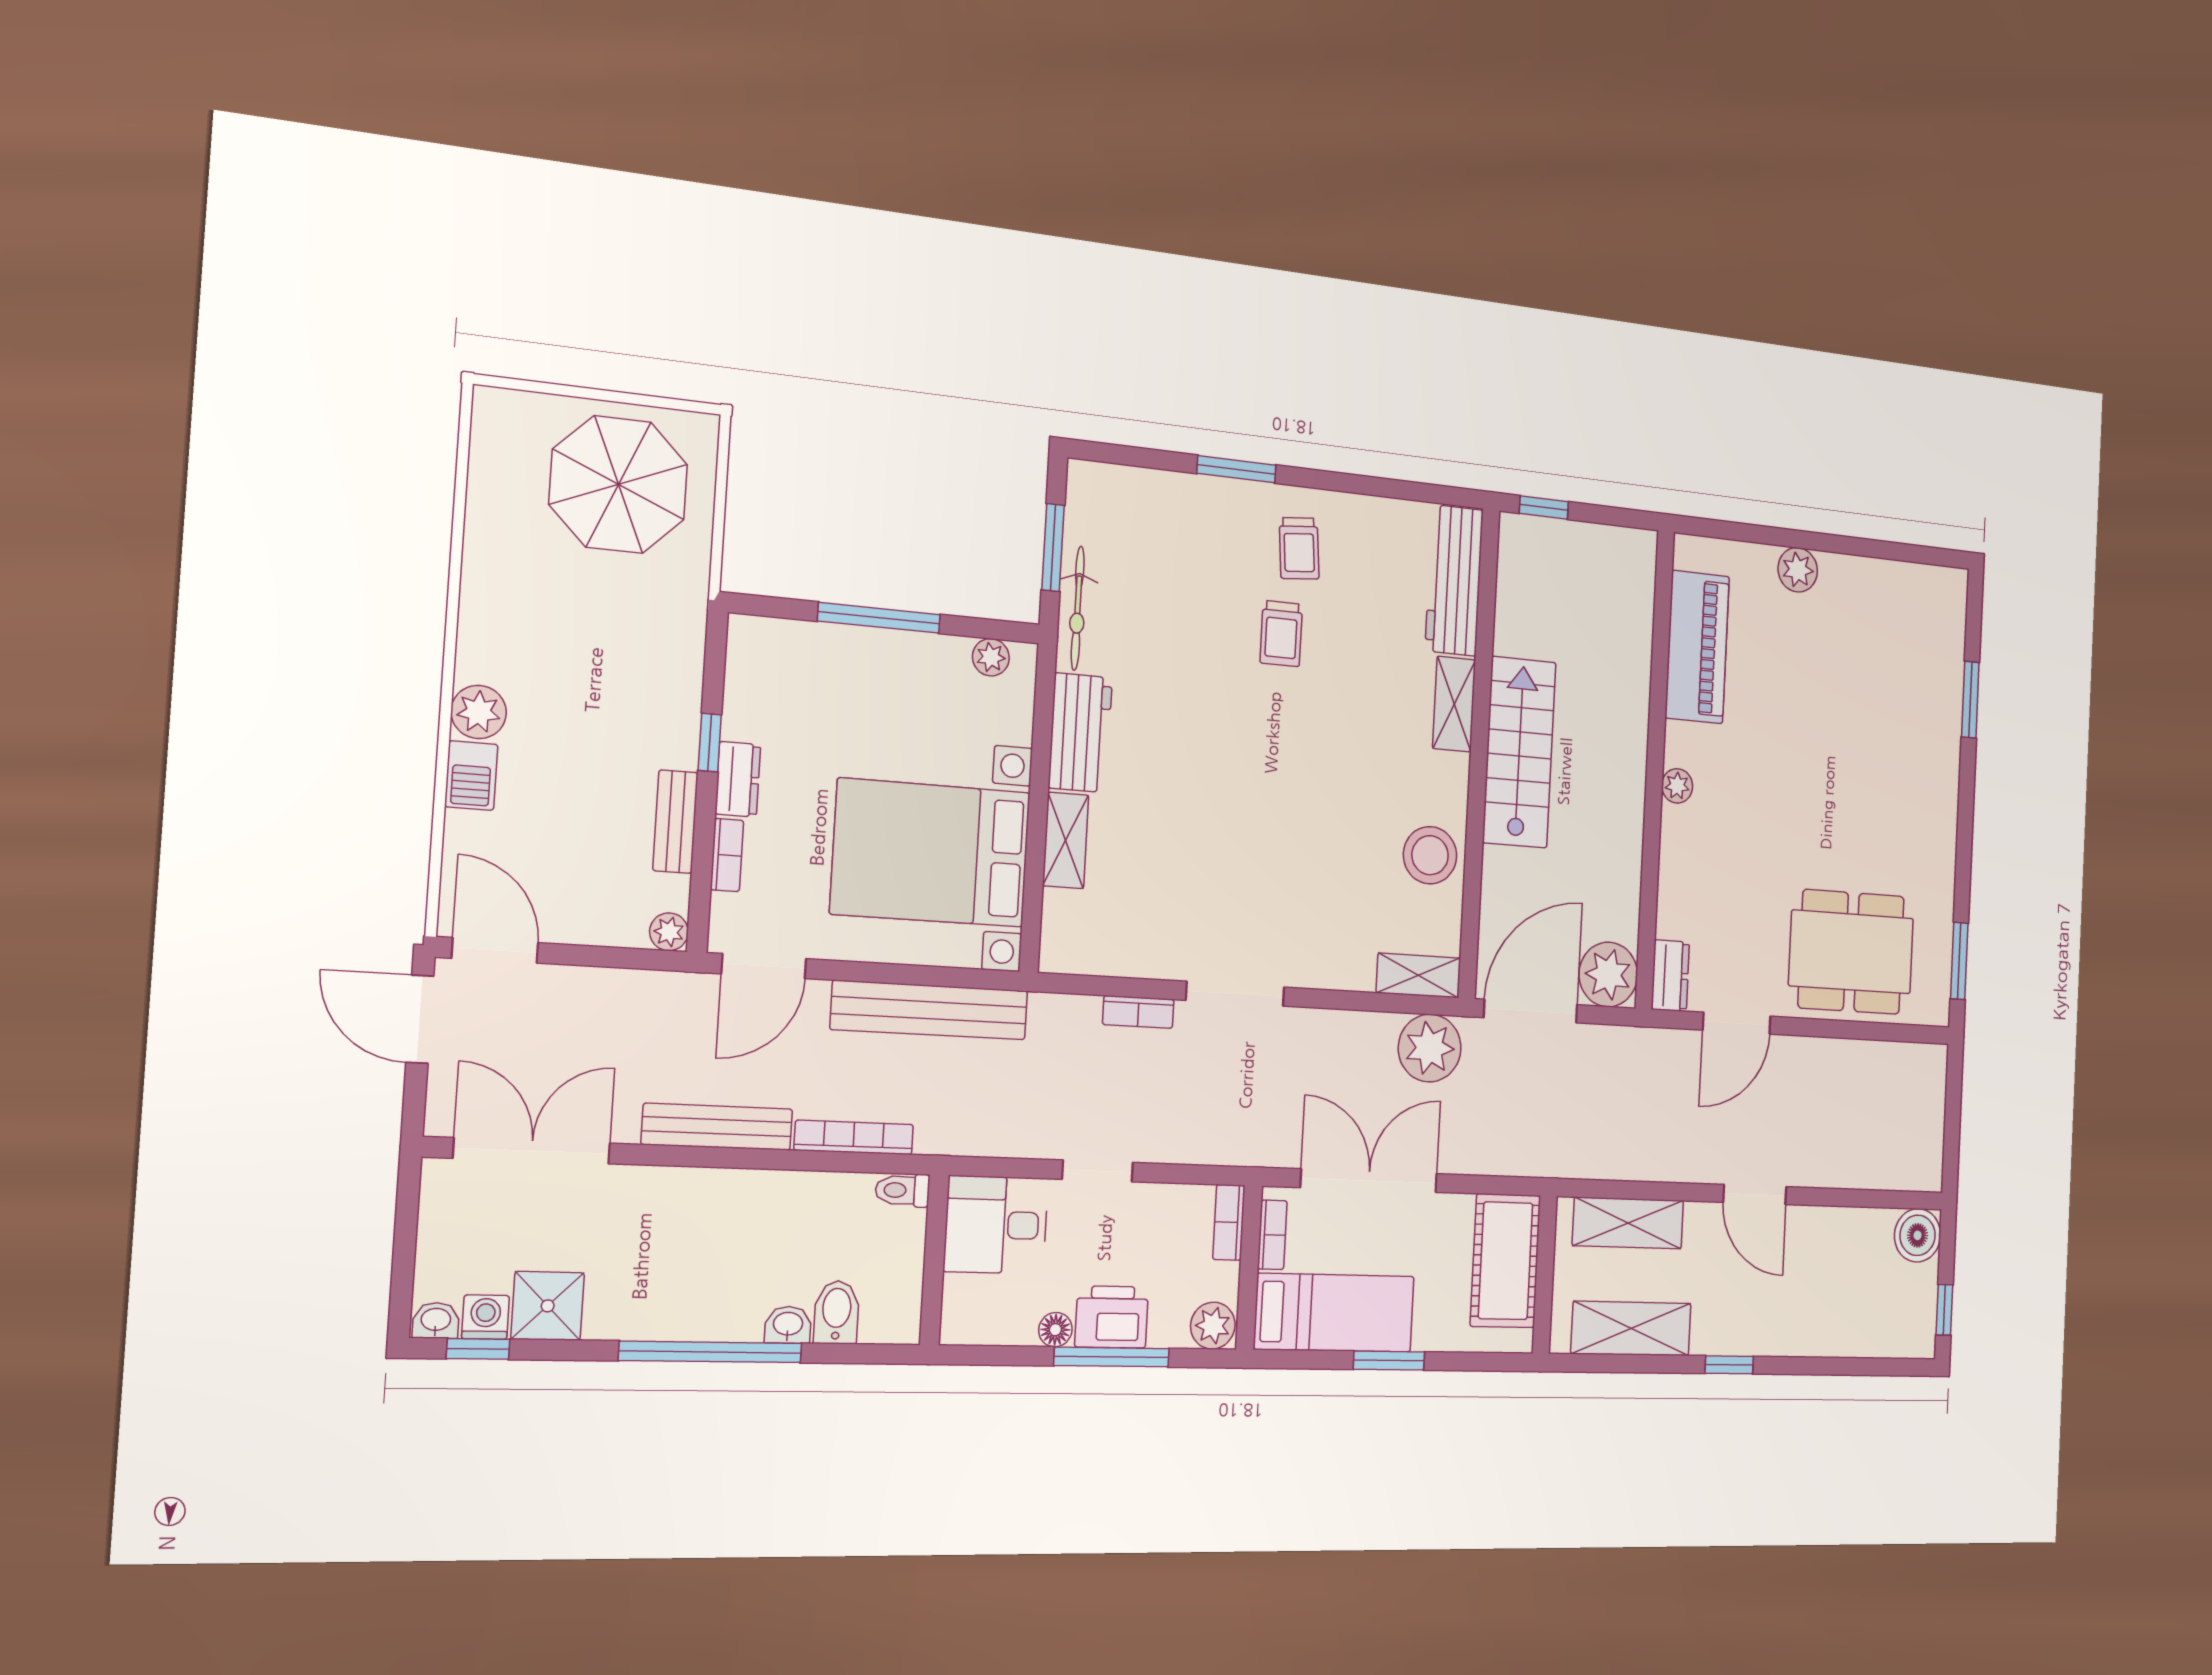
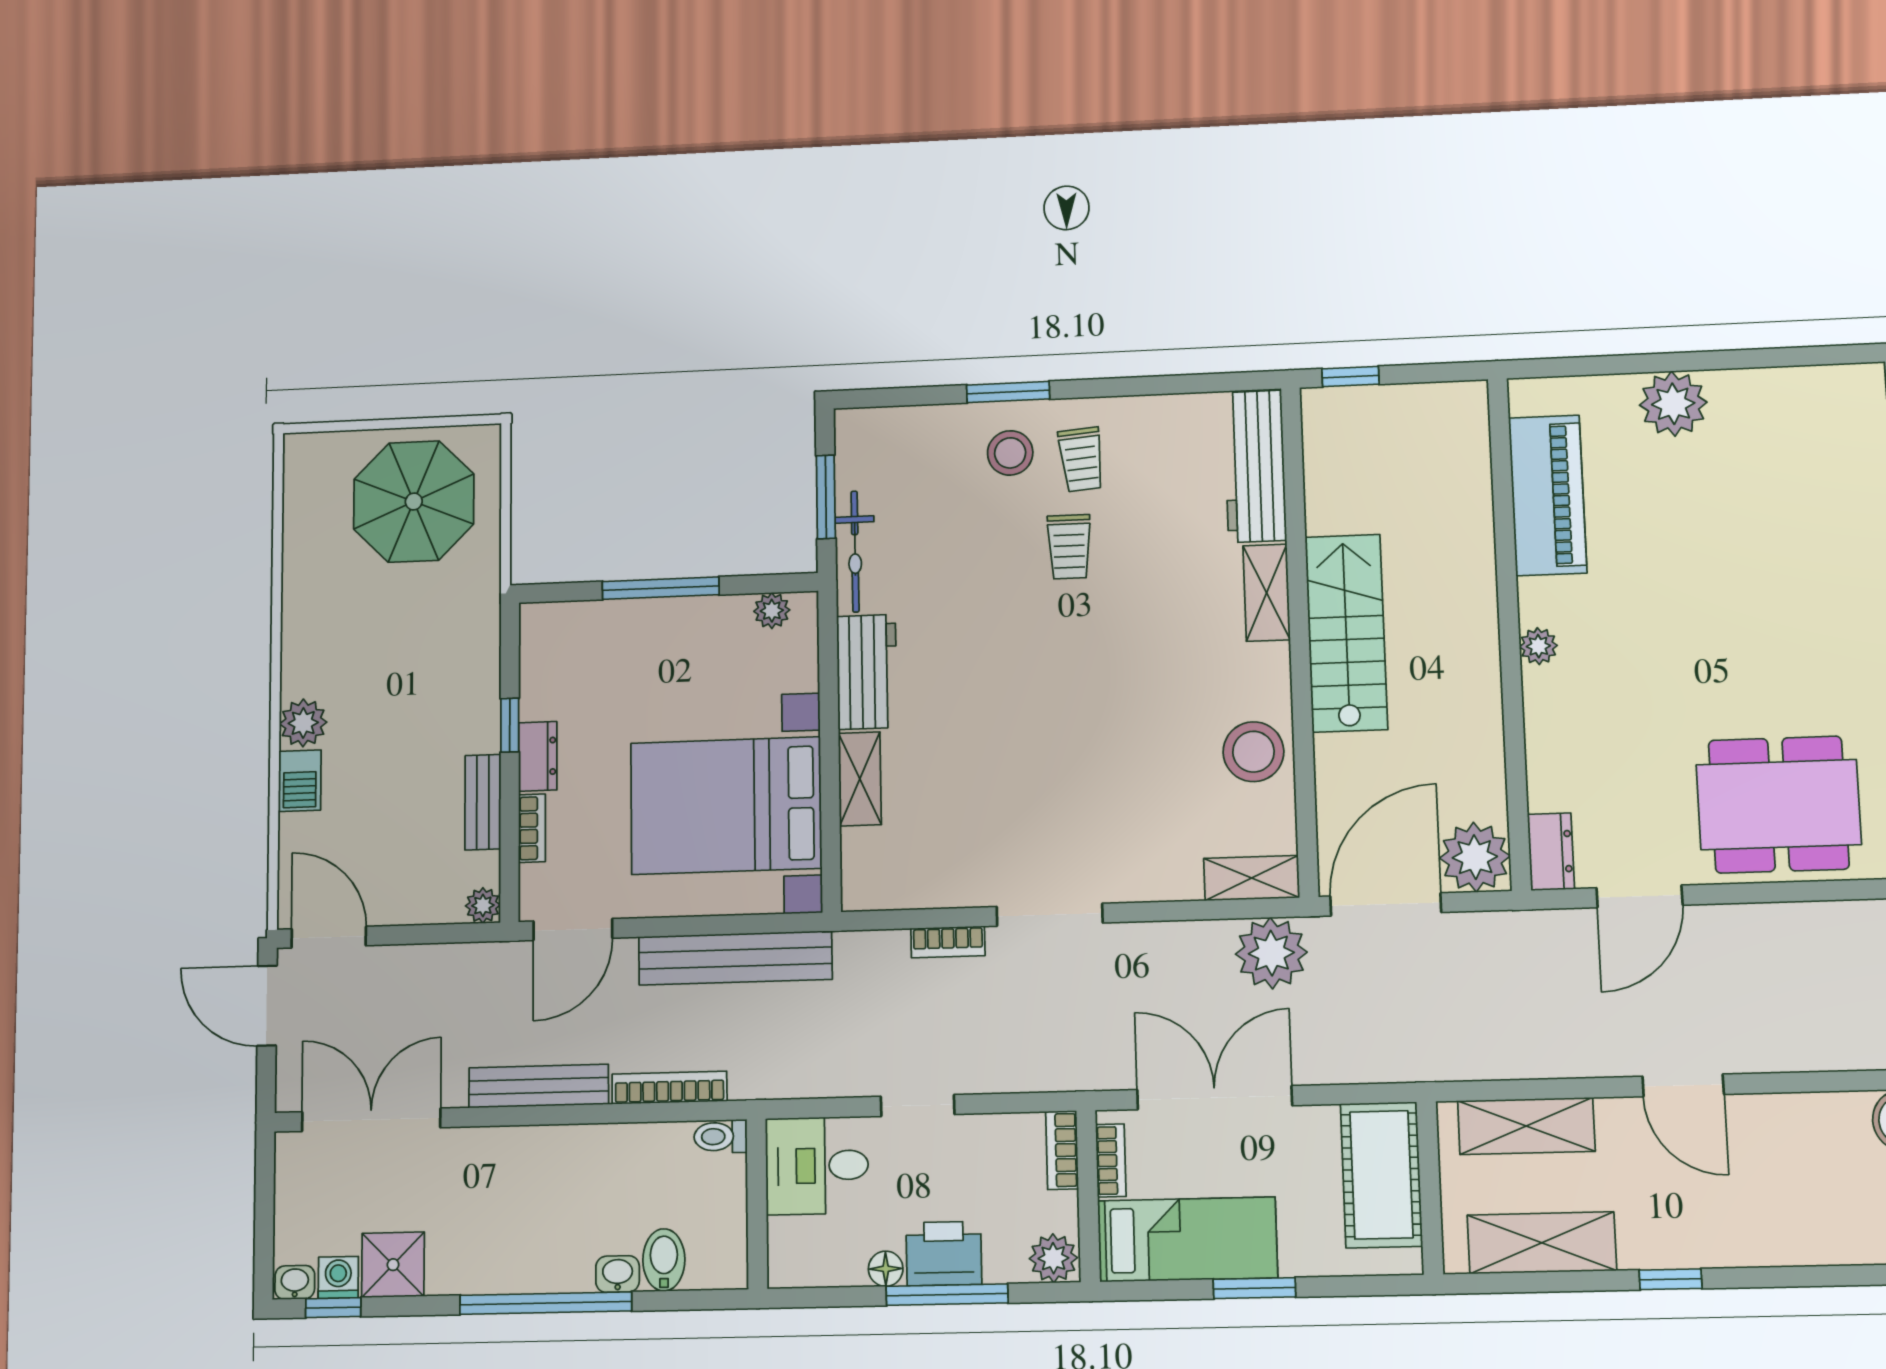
stool: (1234, 531) -> (1010, 453), added
plant: (1798, 570) -> (1673, 404), width x1.36, depth x1.36

